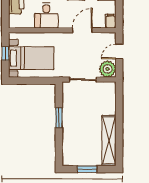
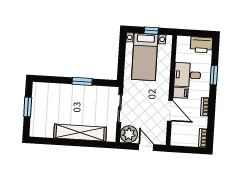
filing cabinet: (111, 21) -> (181, 93), moved
shelving: (109, 140) -> (80, 133), moved

